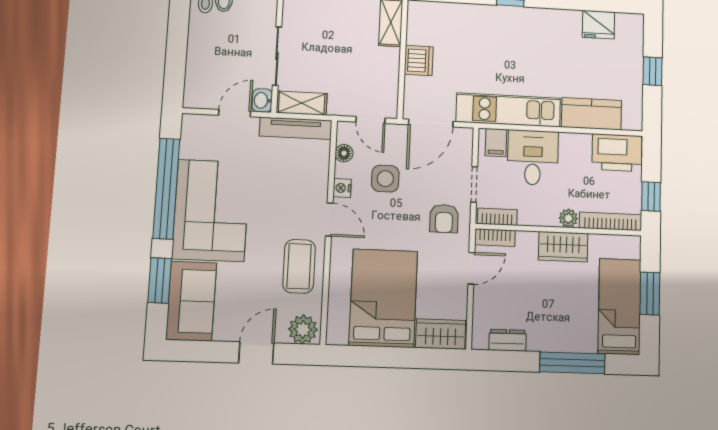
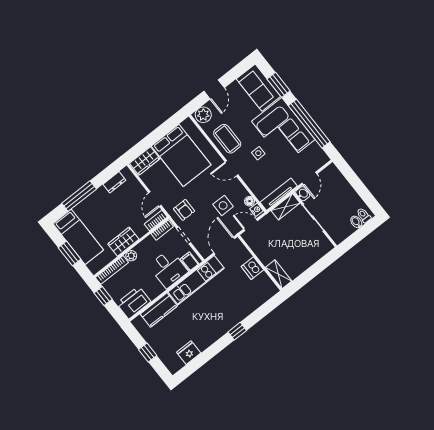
nightstand: (342, 188) -> (256, 210), moved
side table: (274, 209) -> (258, 153), added
armchair: (444, 219) -> (184, 210), turned 180

